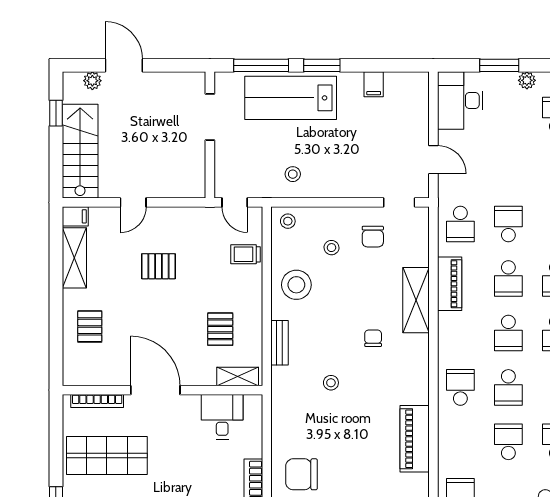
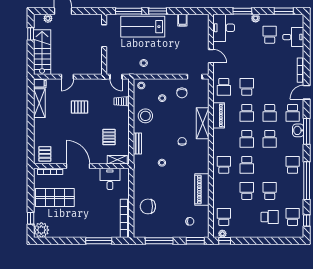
pallet: (90, 326) -> (45, 154), moved

